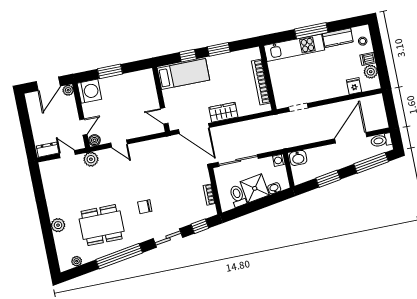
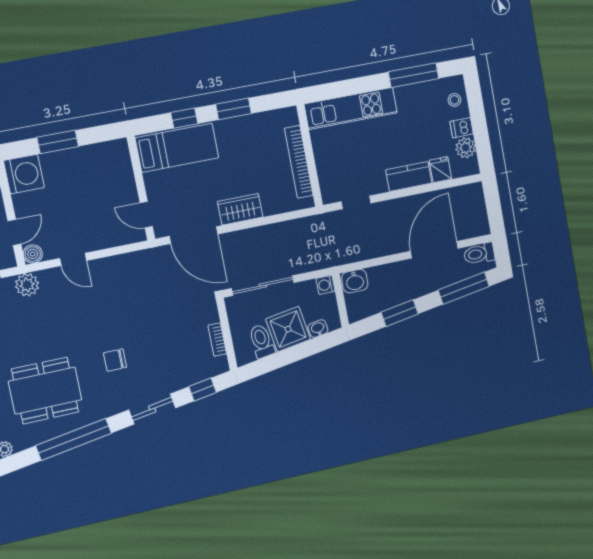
window: (311, 31) -> (414, 75), moved
kitchen counter: (338, 38) -> (409, 176), moved, turned 180

